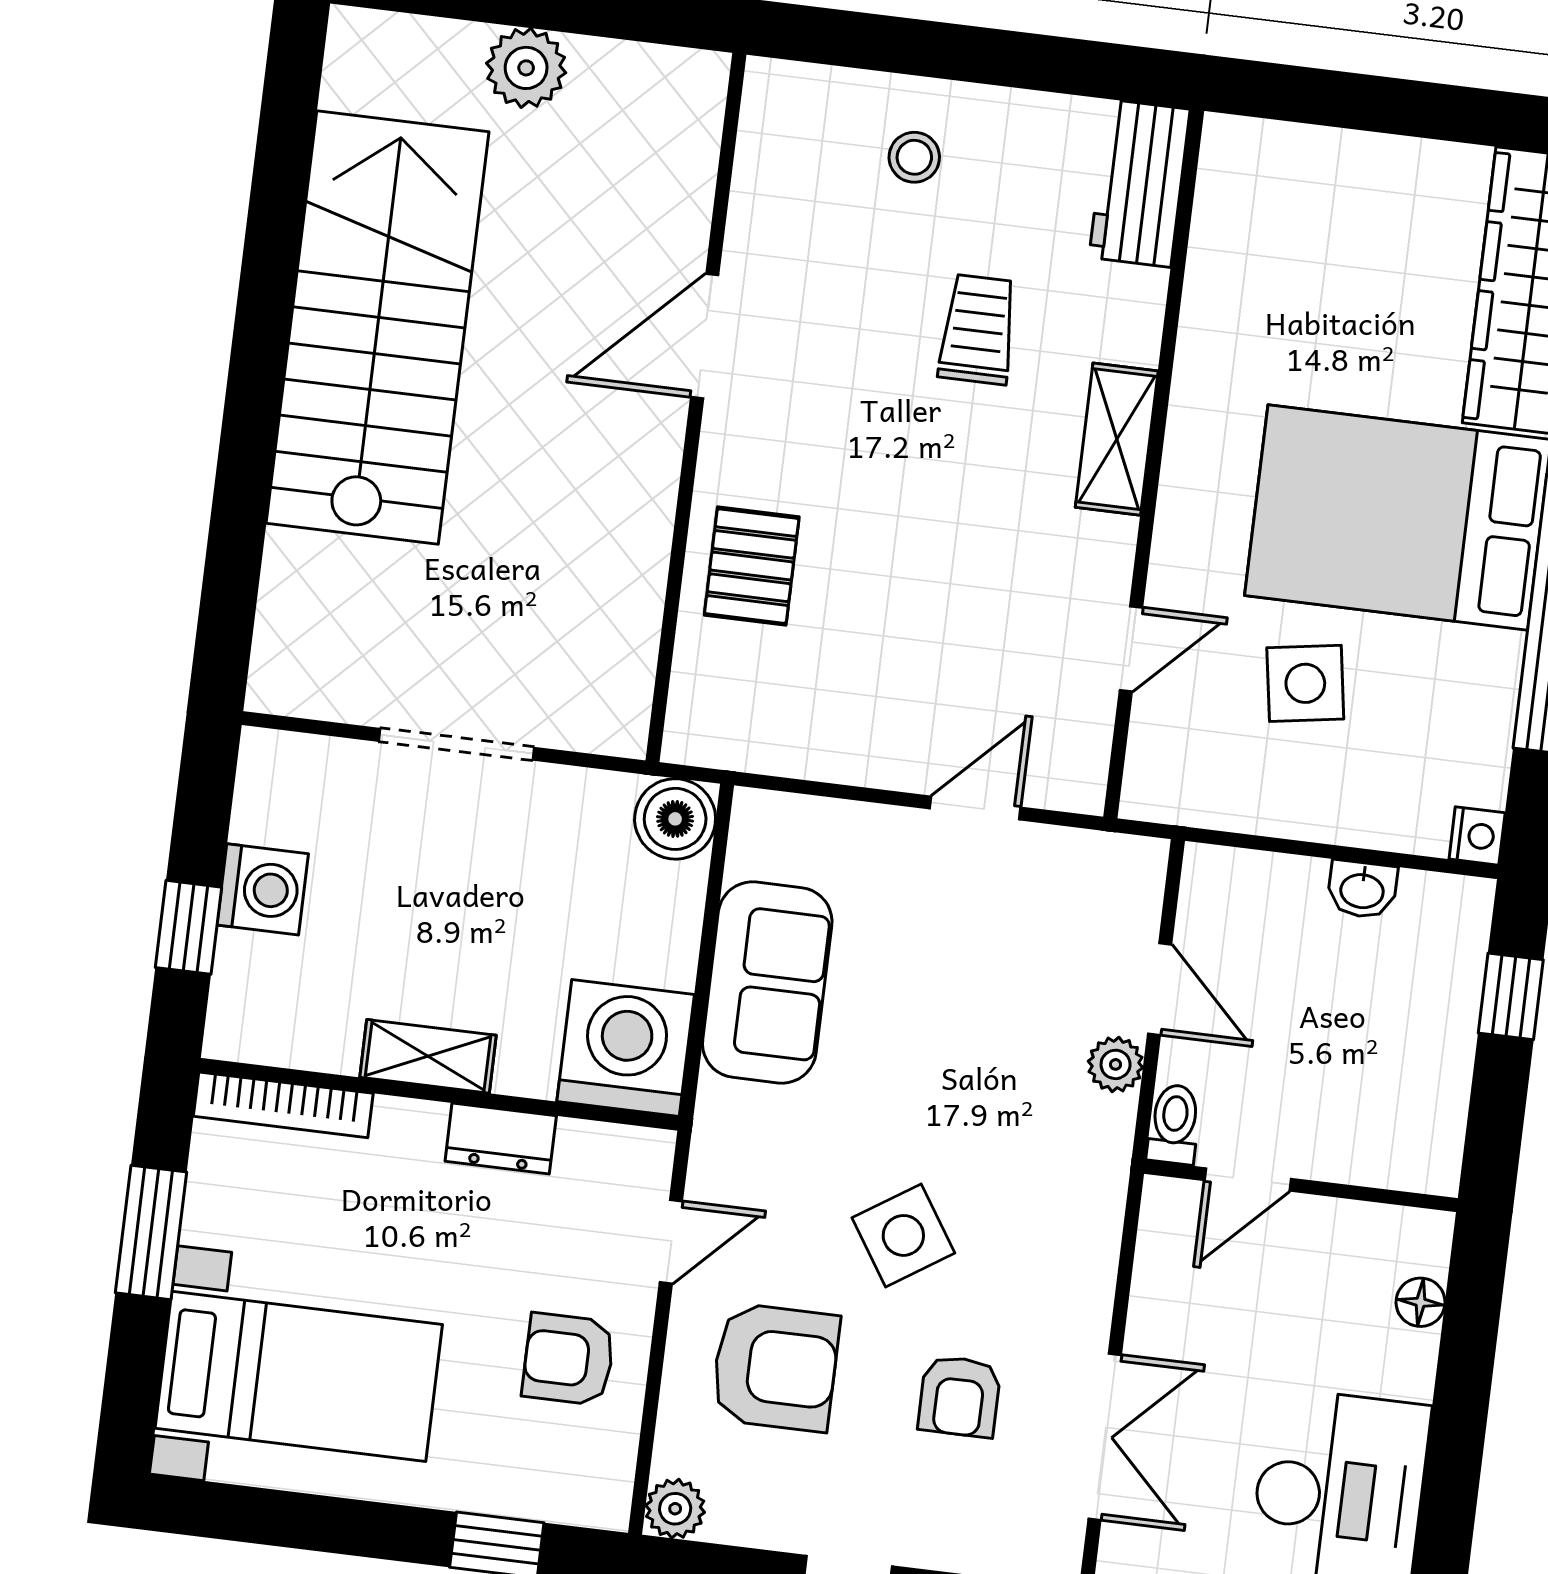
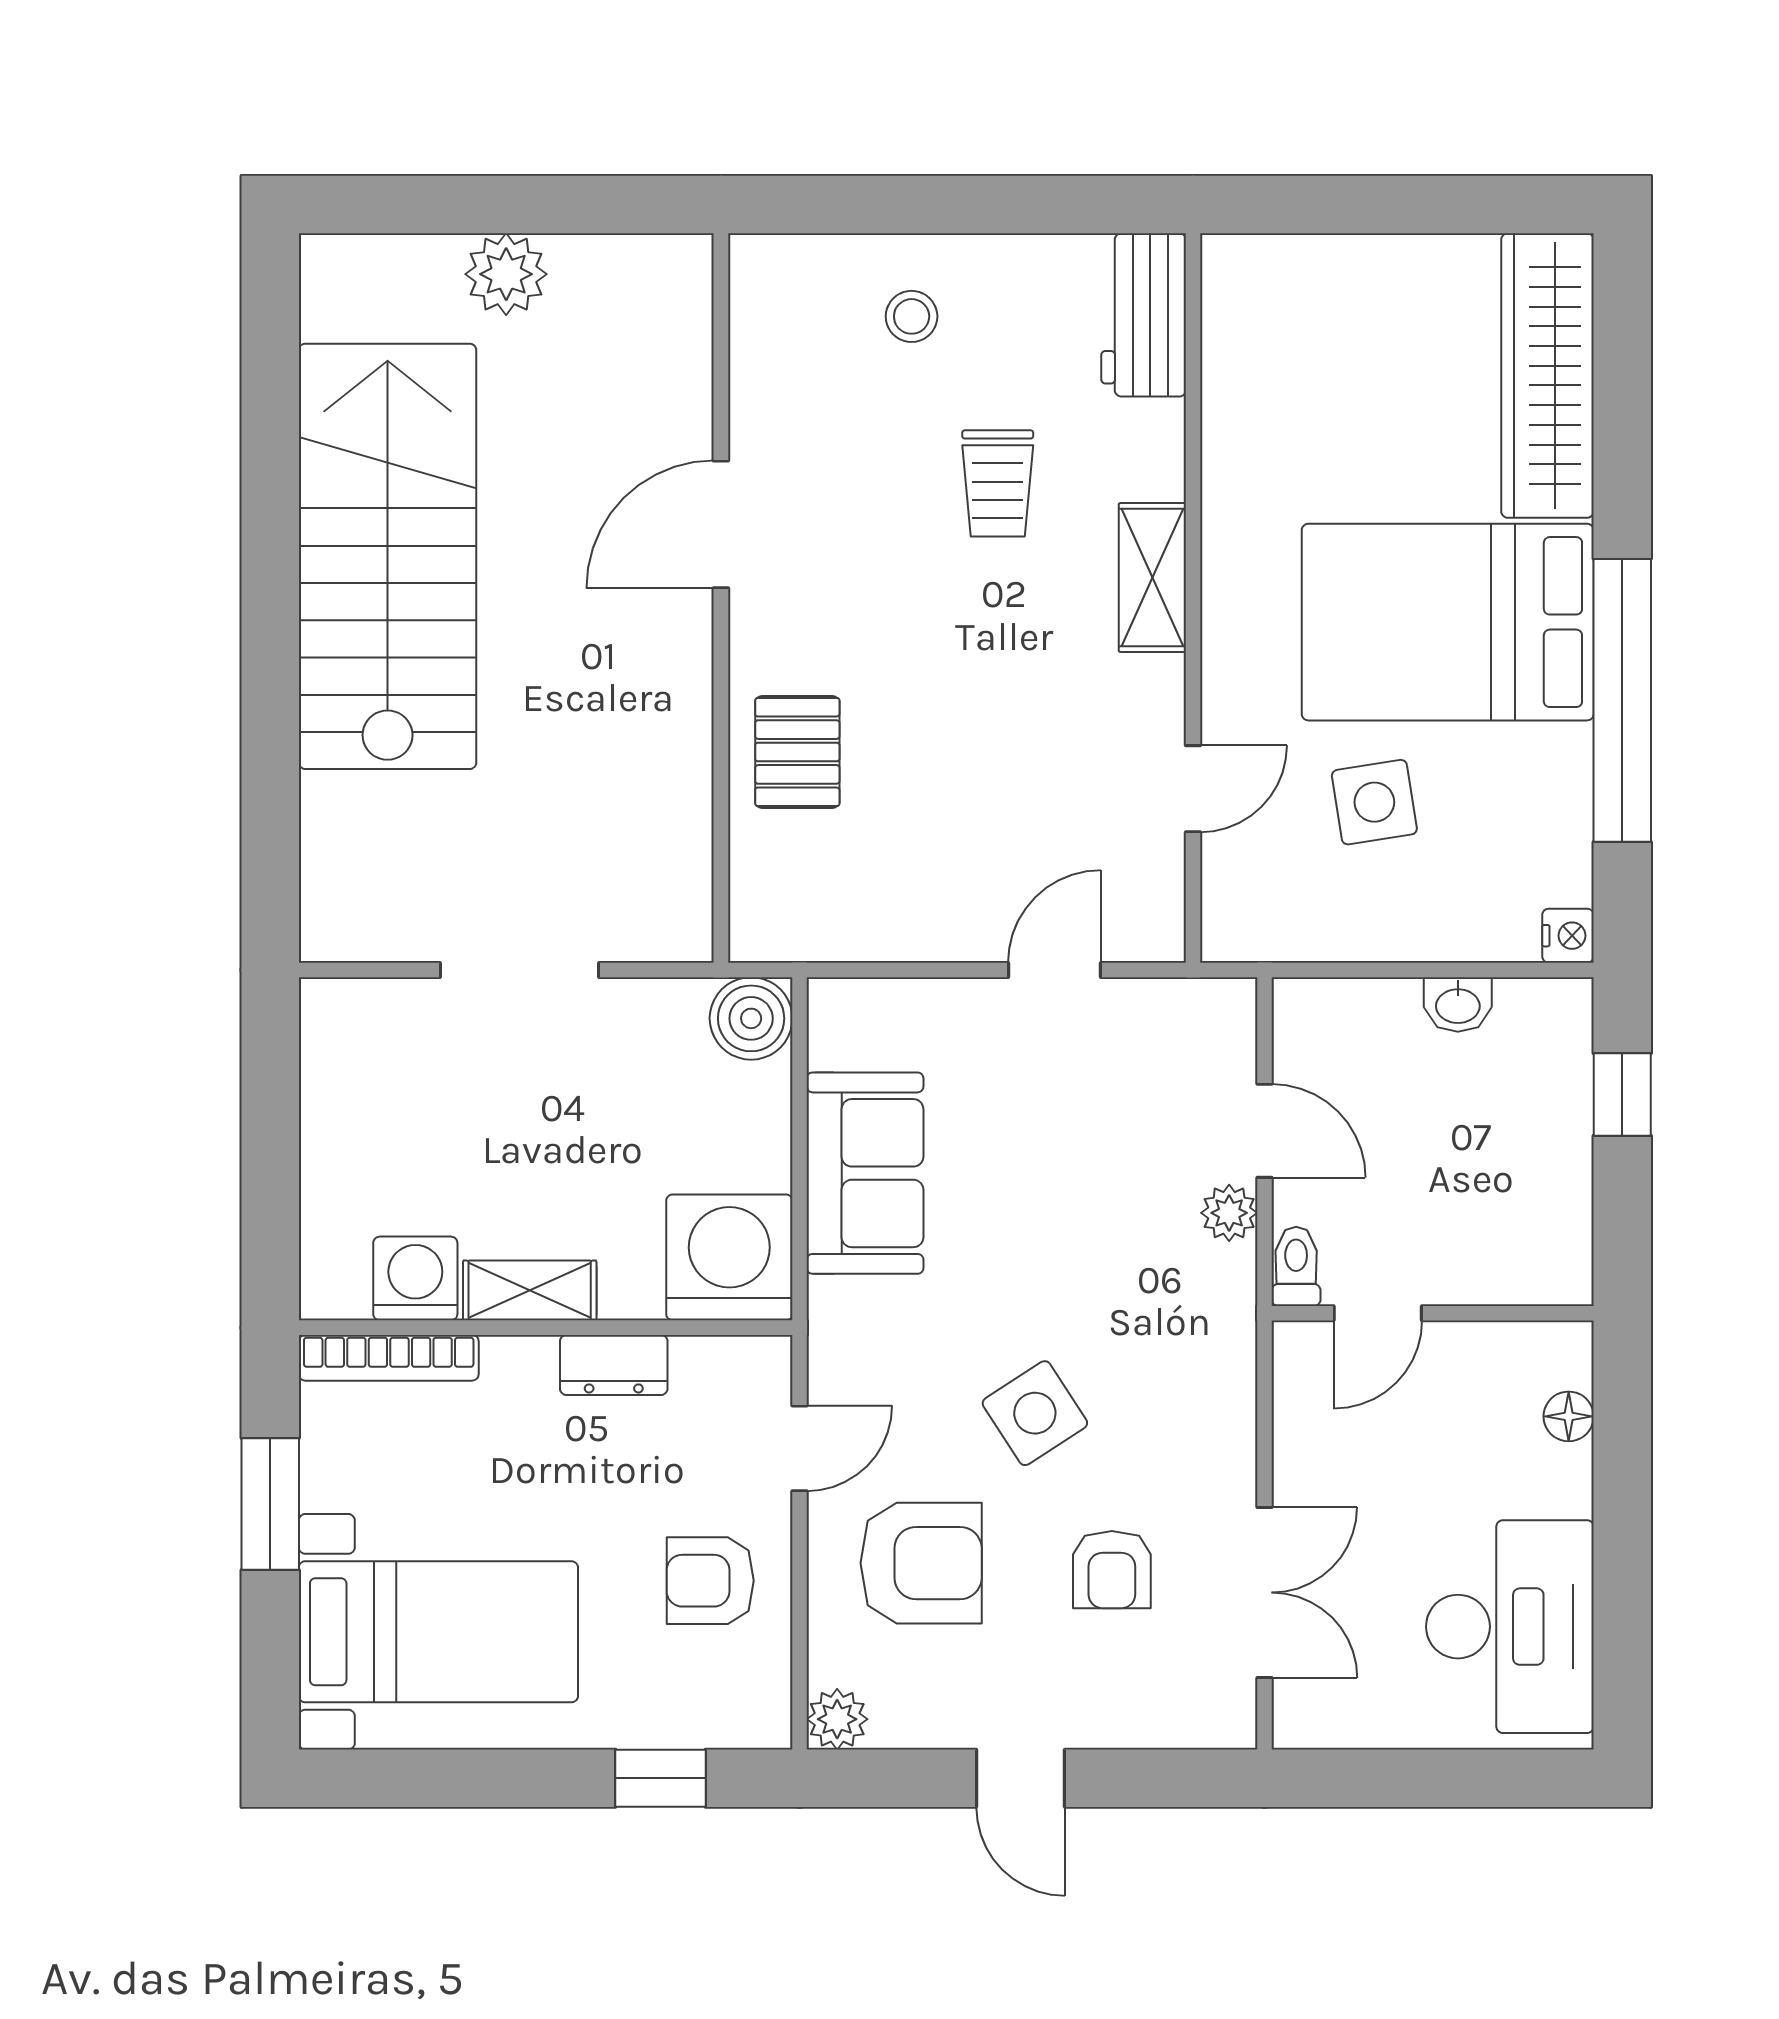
trolley: (978, 329) -> (998, 483), turned 180
washing machine: (263, 889) -> (415, 1278), moved, turned -90
window: (188, 927) -> (270, 1189), removed

